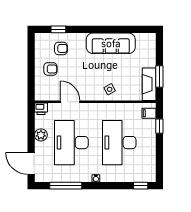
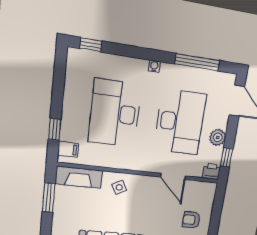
fireplace: (149, 84) -> (79, 177), moved, turned 90
window: (31, 121) -> (227, 157), added
desk: (119, 143) -> (115, 113), turned 180

